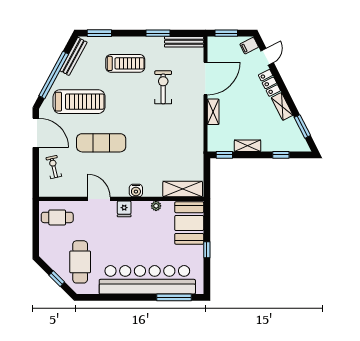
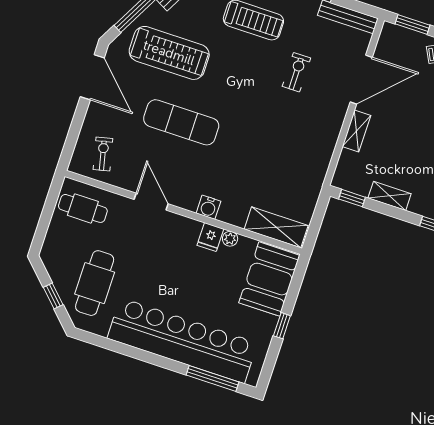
exercise bike: (163, 87) -> (296, 72), width x0.73, depth x0.72
exercise bike: (54, 167) -> (103, 154), moved
fridge: (124, 209) -> (210, 237), moved

